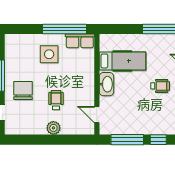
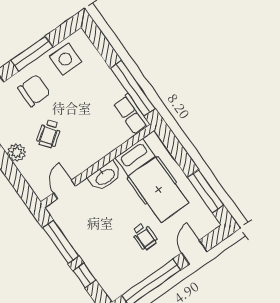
side table: (49, 54) -> (65, 59), moved
hospital bed: (122, 61) -> (152, 180), width x1.37, depth x1.29
wheelchair: (56, 100) -> (49, 134), turned 144

